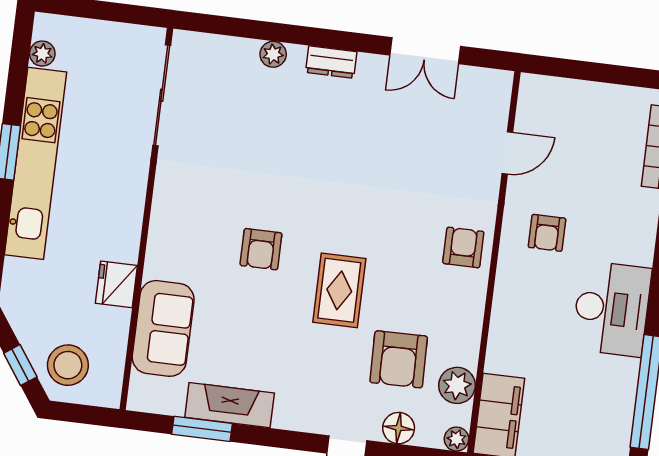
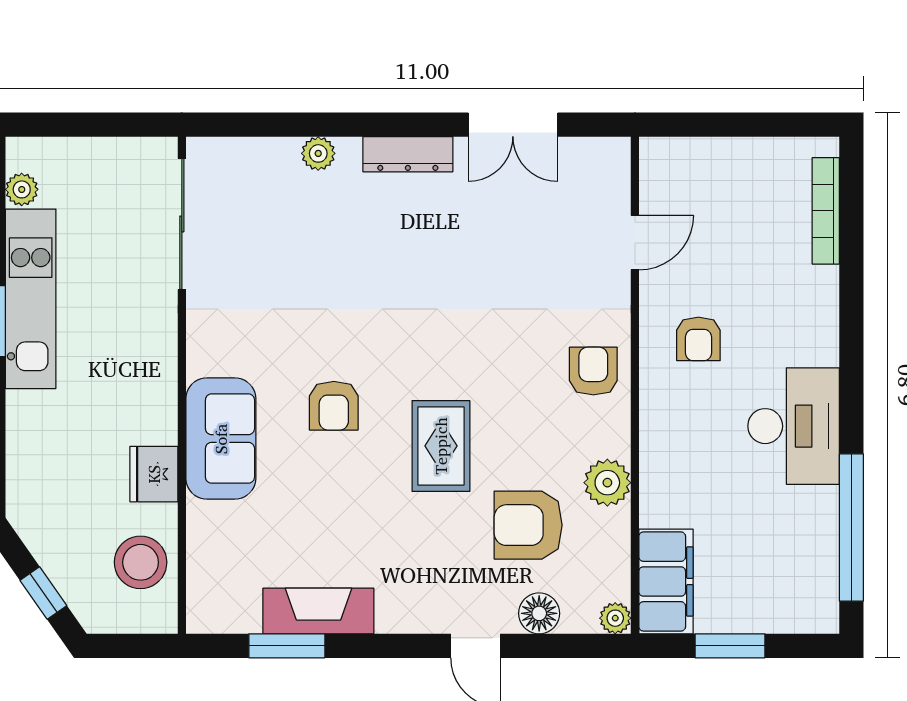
dresser: (331, 62) -> (408, 154), width x1.44
kitchen unit: (36, 163) -> (31, 299), width x0.73
sofa: (163, 328) -> (221, 439), moved
armchair: (399, 359) -> (528, 525), turned 91
stool: (68, 365) -> (141, 562), moved
plant: (457, 385) -> (607, 483), moved

